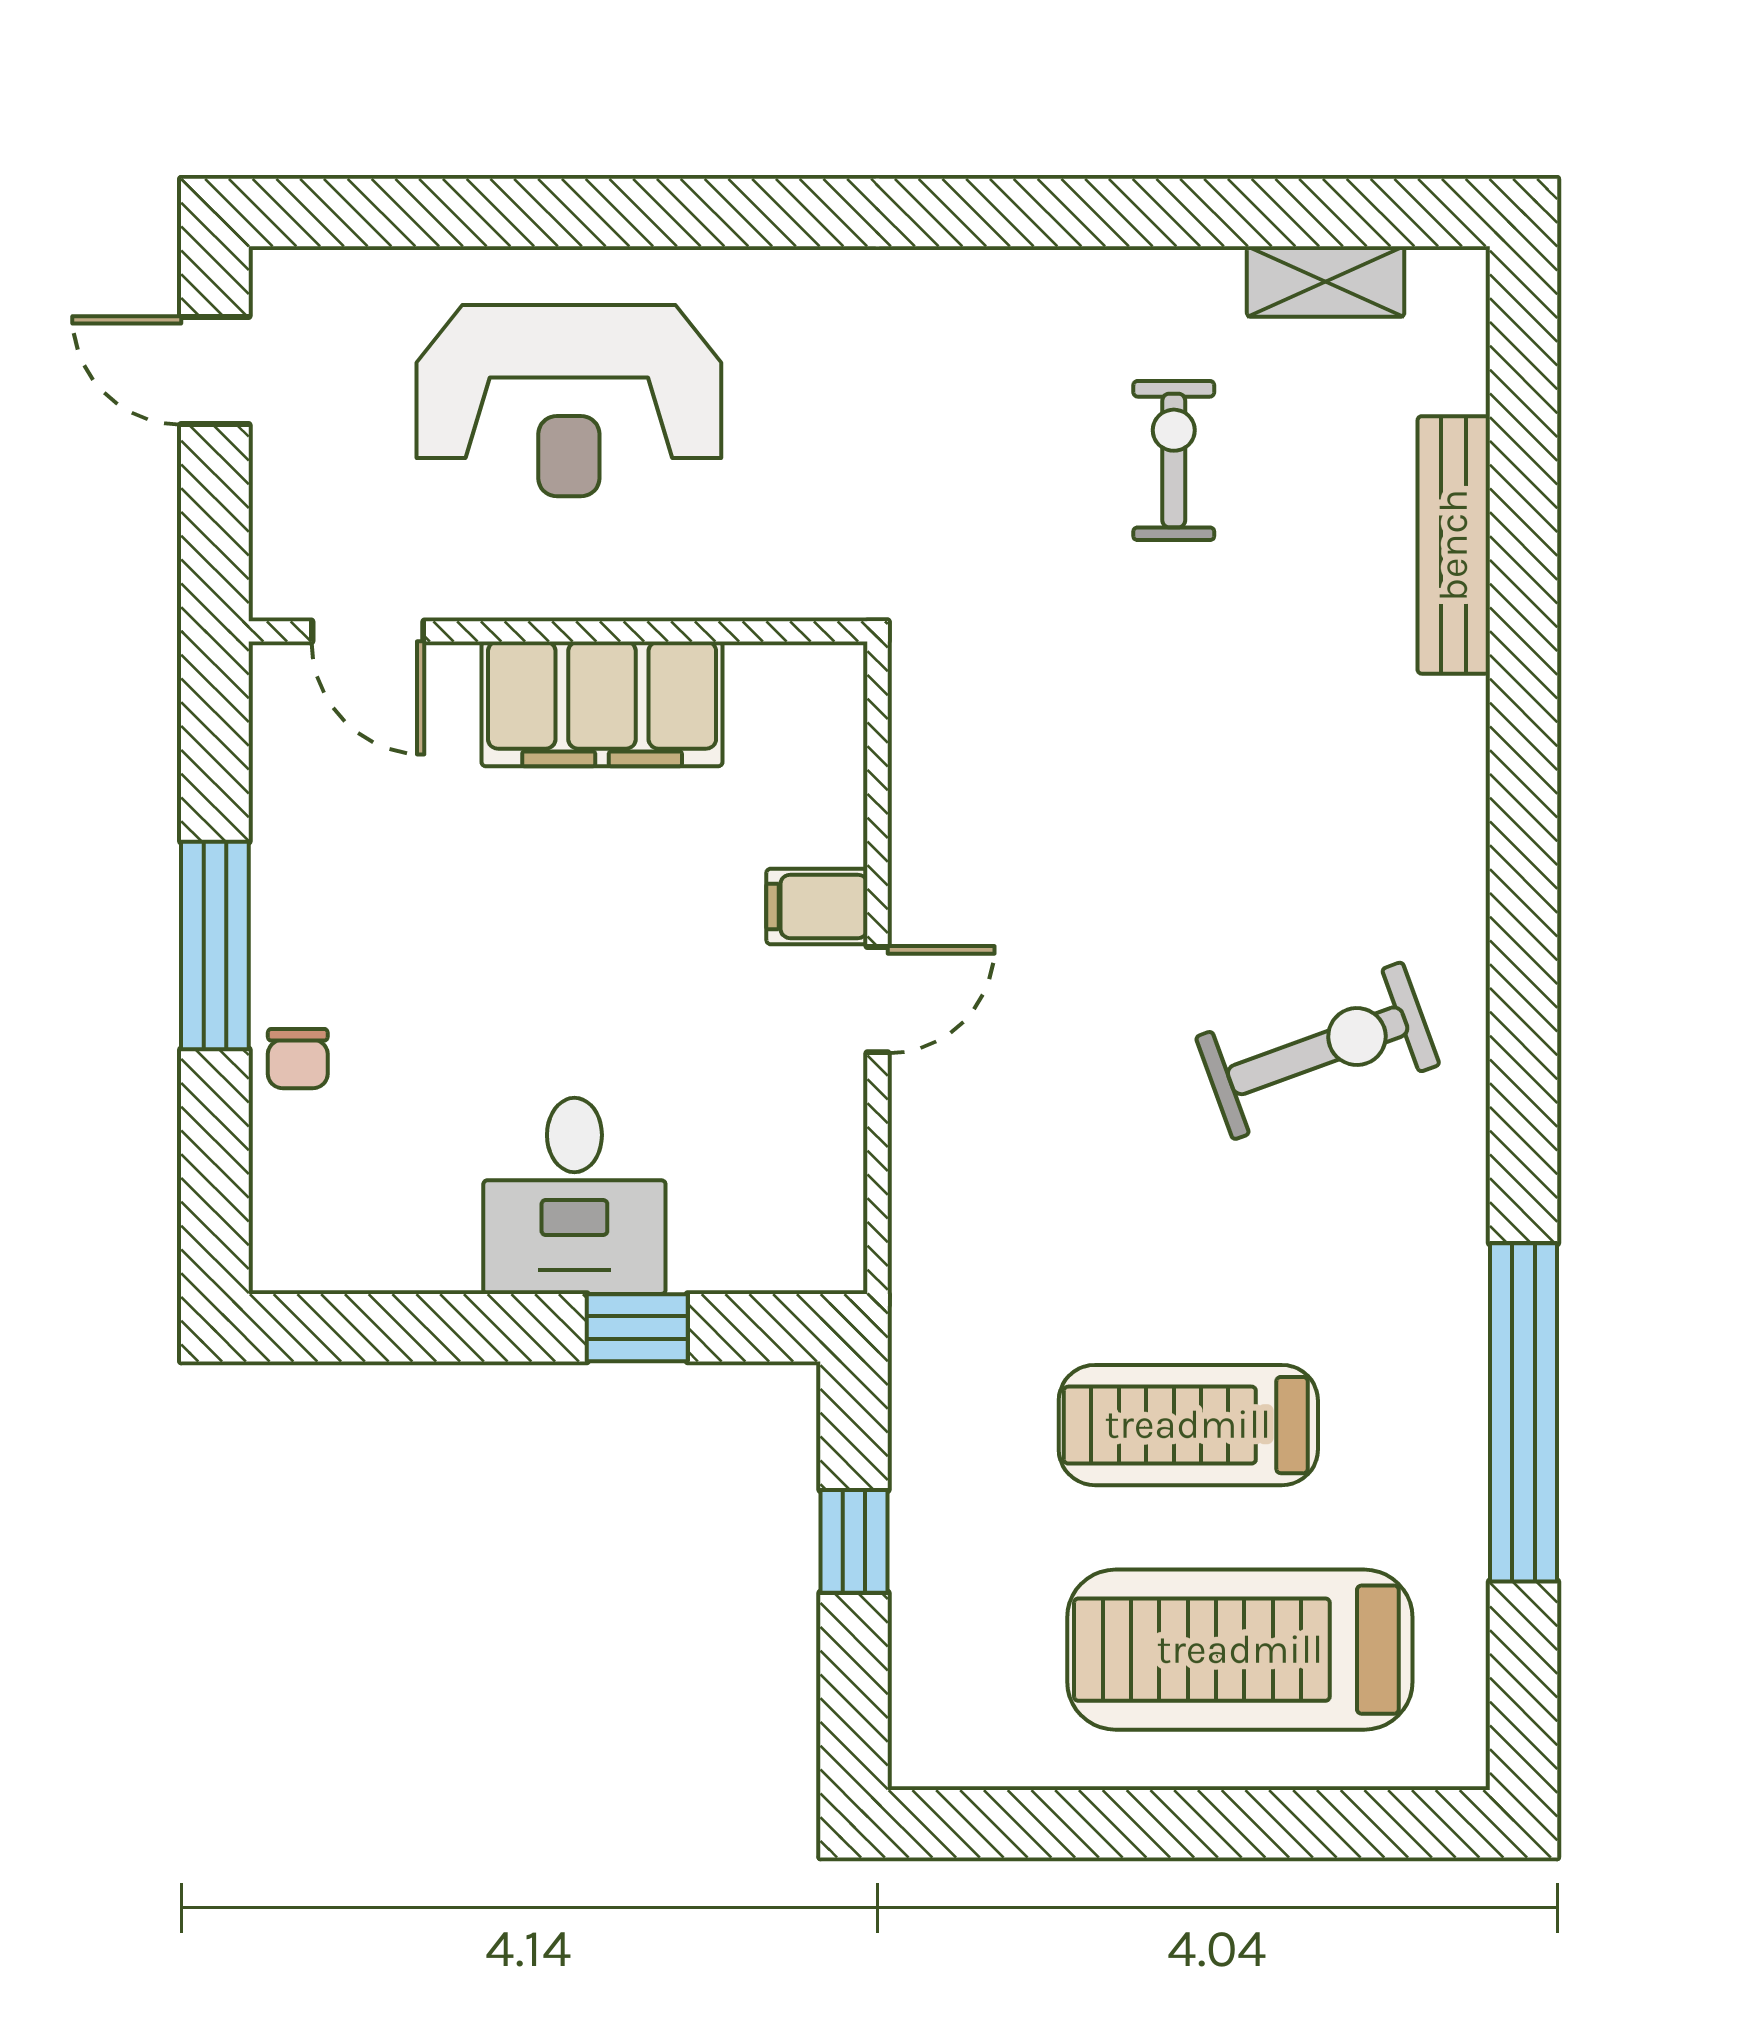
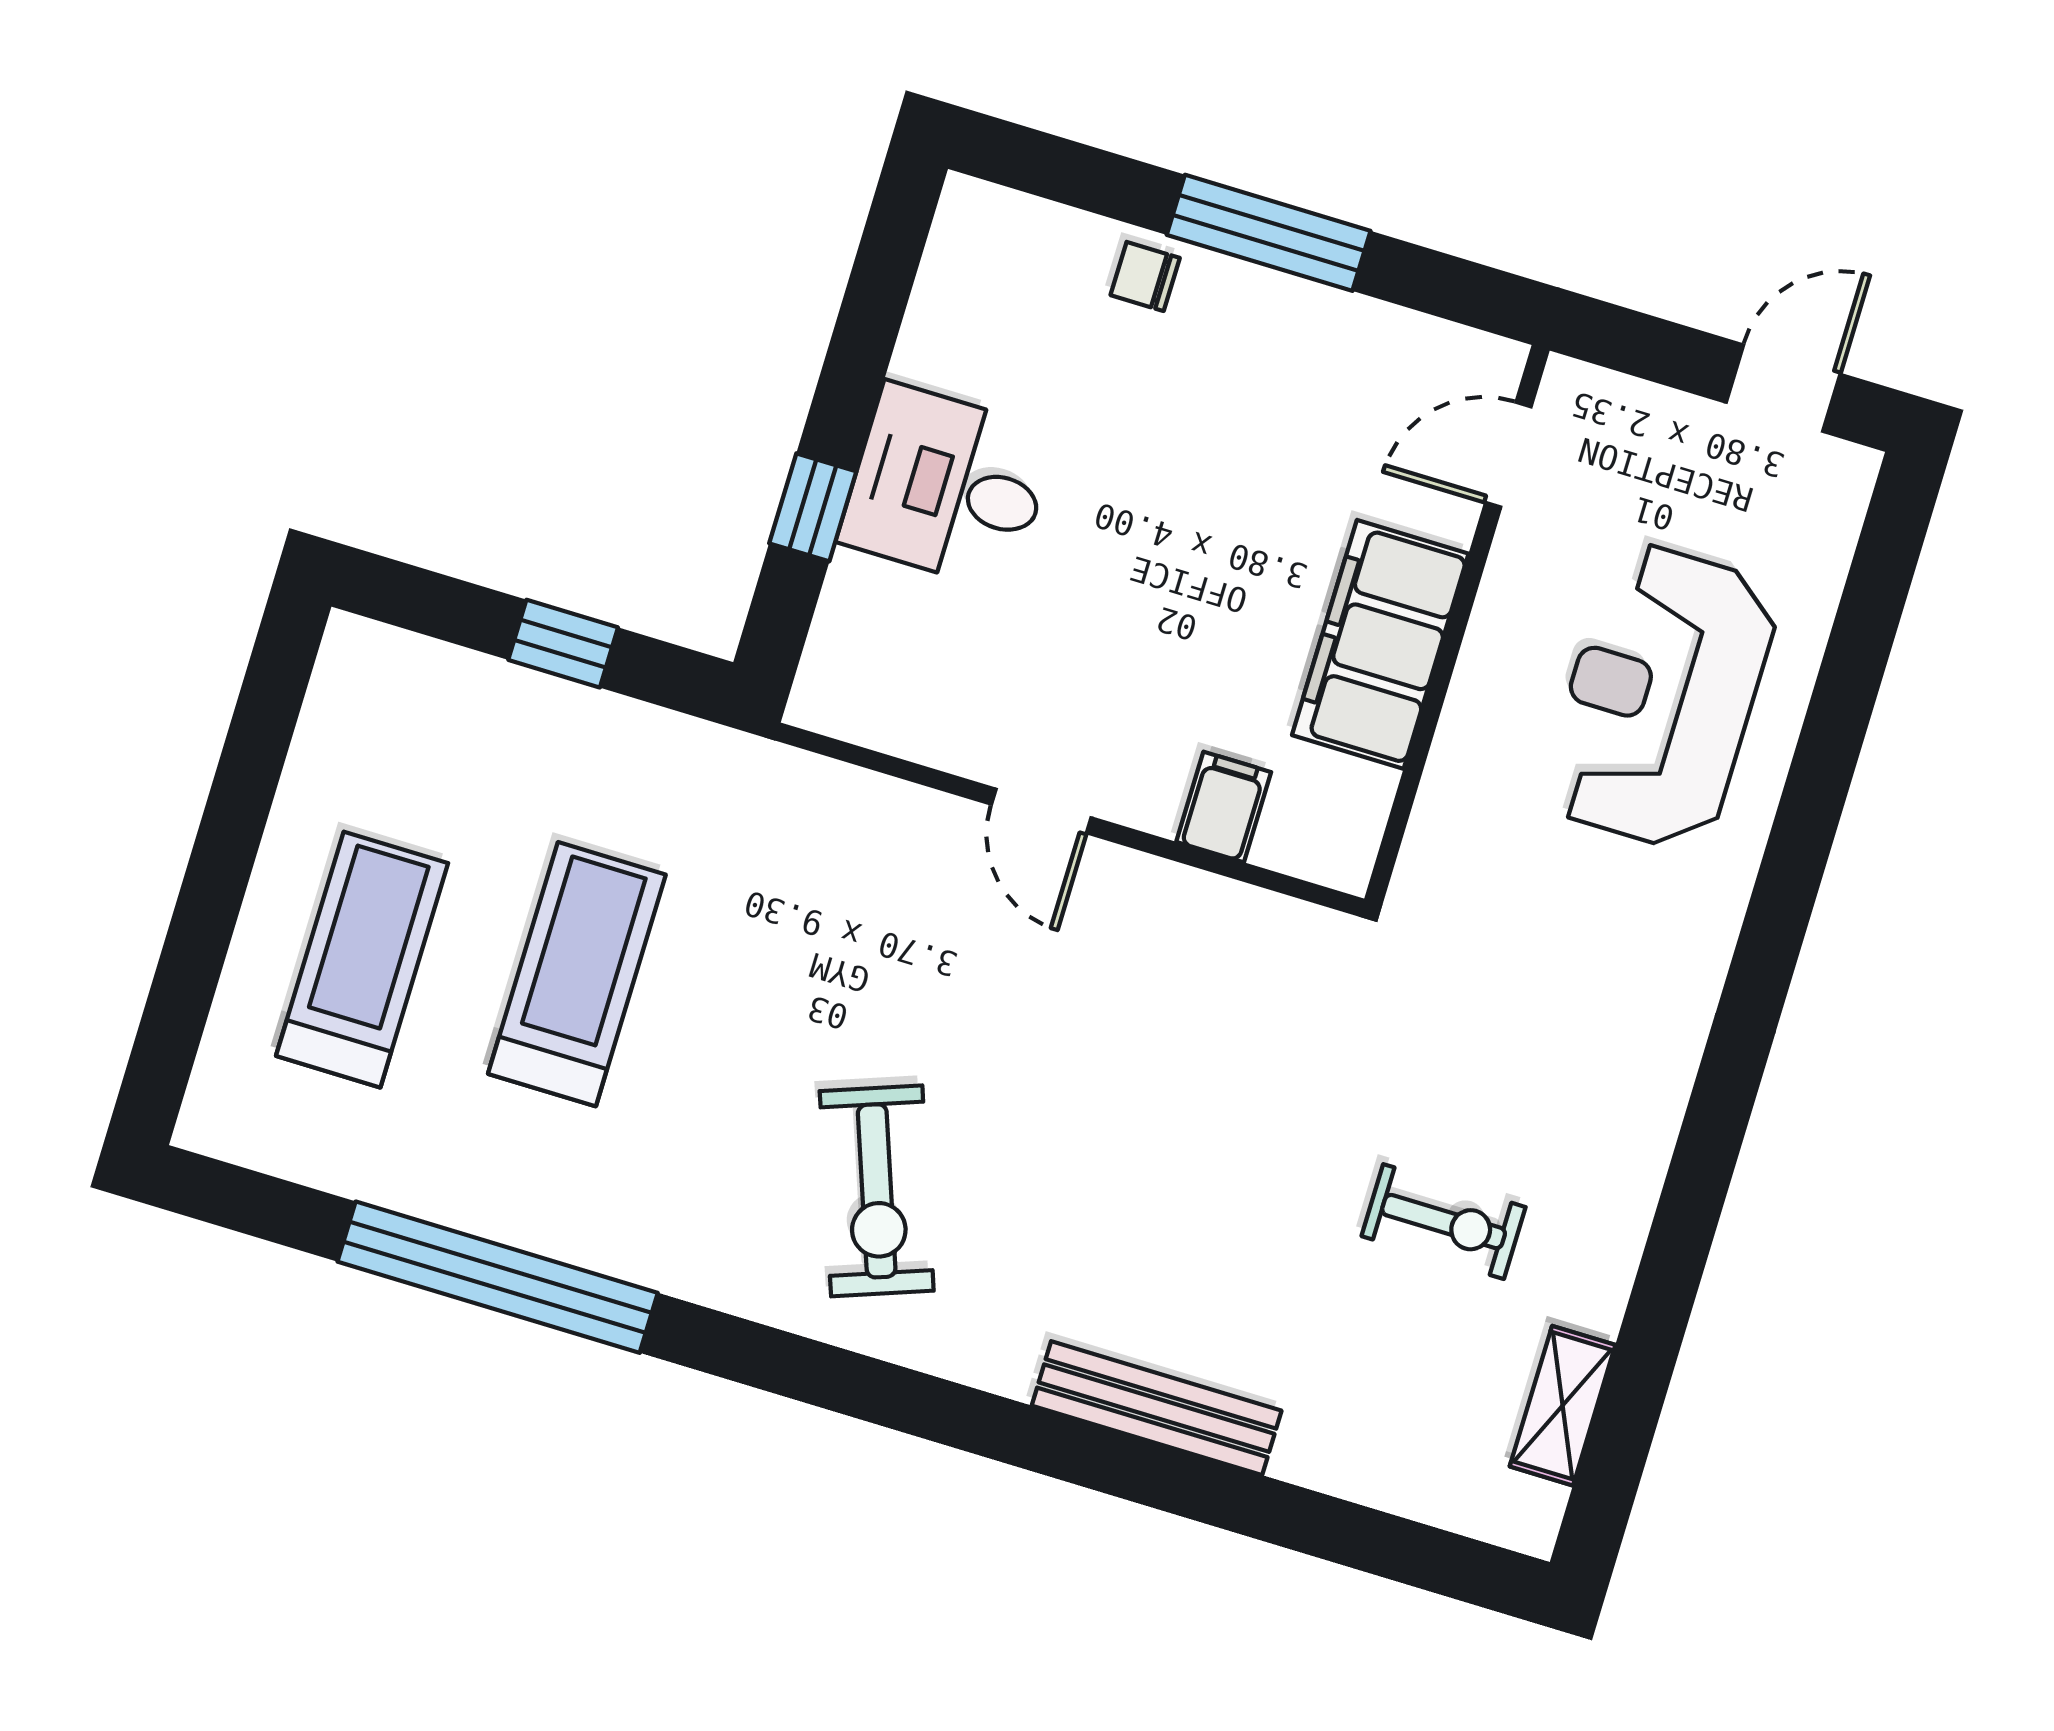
bench: (1454, 545) -> (1157, 1408), moved
filing cabinet: (817, 906) -> (1224, 807), moved
treadmill: (1240, 1650) -> (362, 960), width x0.73, depth x0.73

